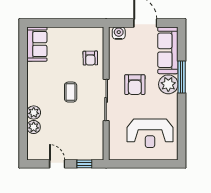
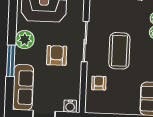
plant: (168, 84) -> (25, 39), moved
coffee table: (71, 92) -> (119, 51), width x1.86, depth x1.72

